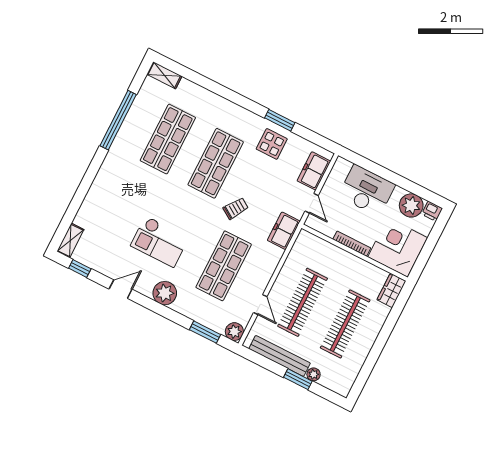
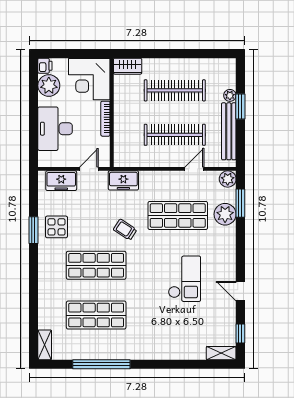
plant: (165, 293) -> (225, 214), moved

